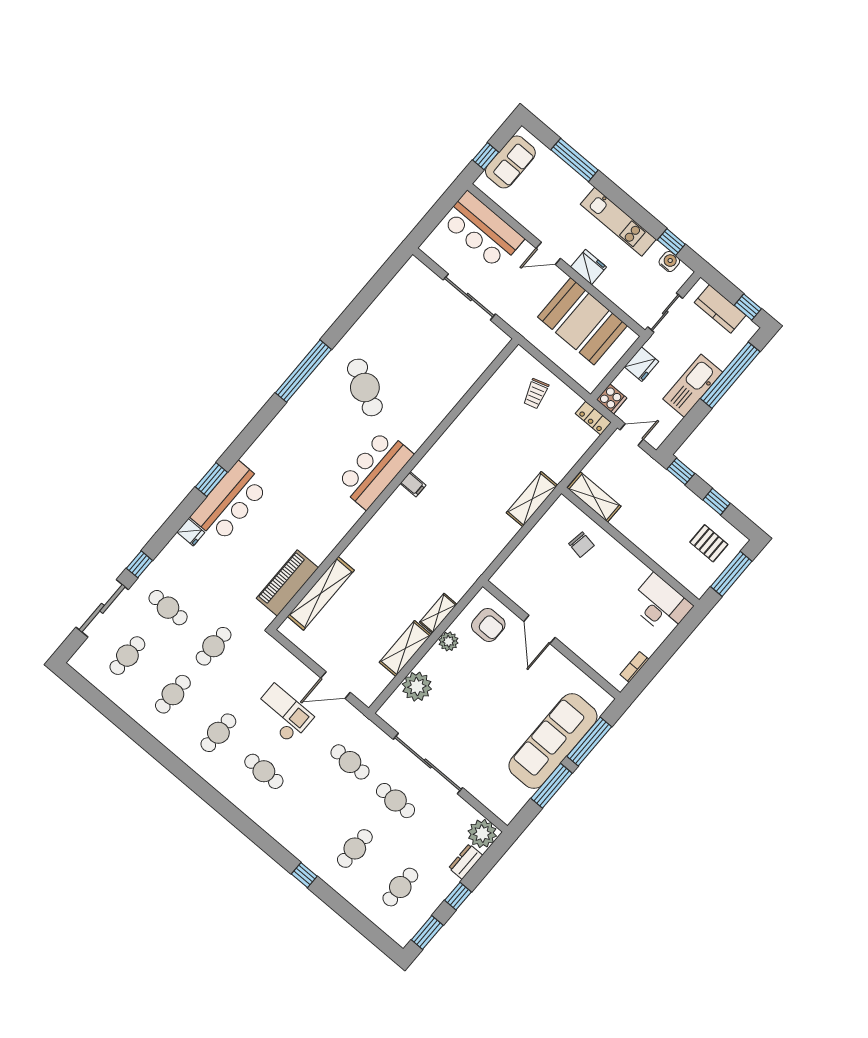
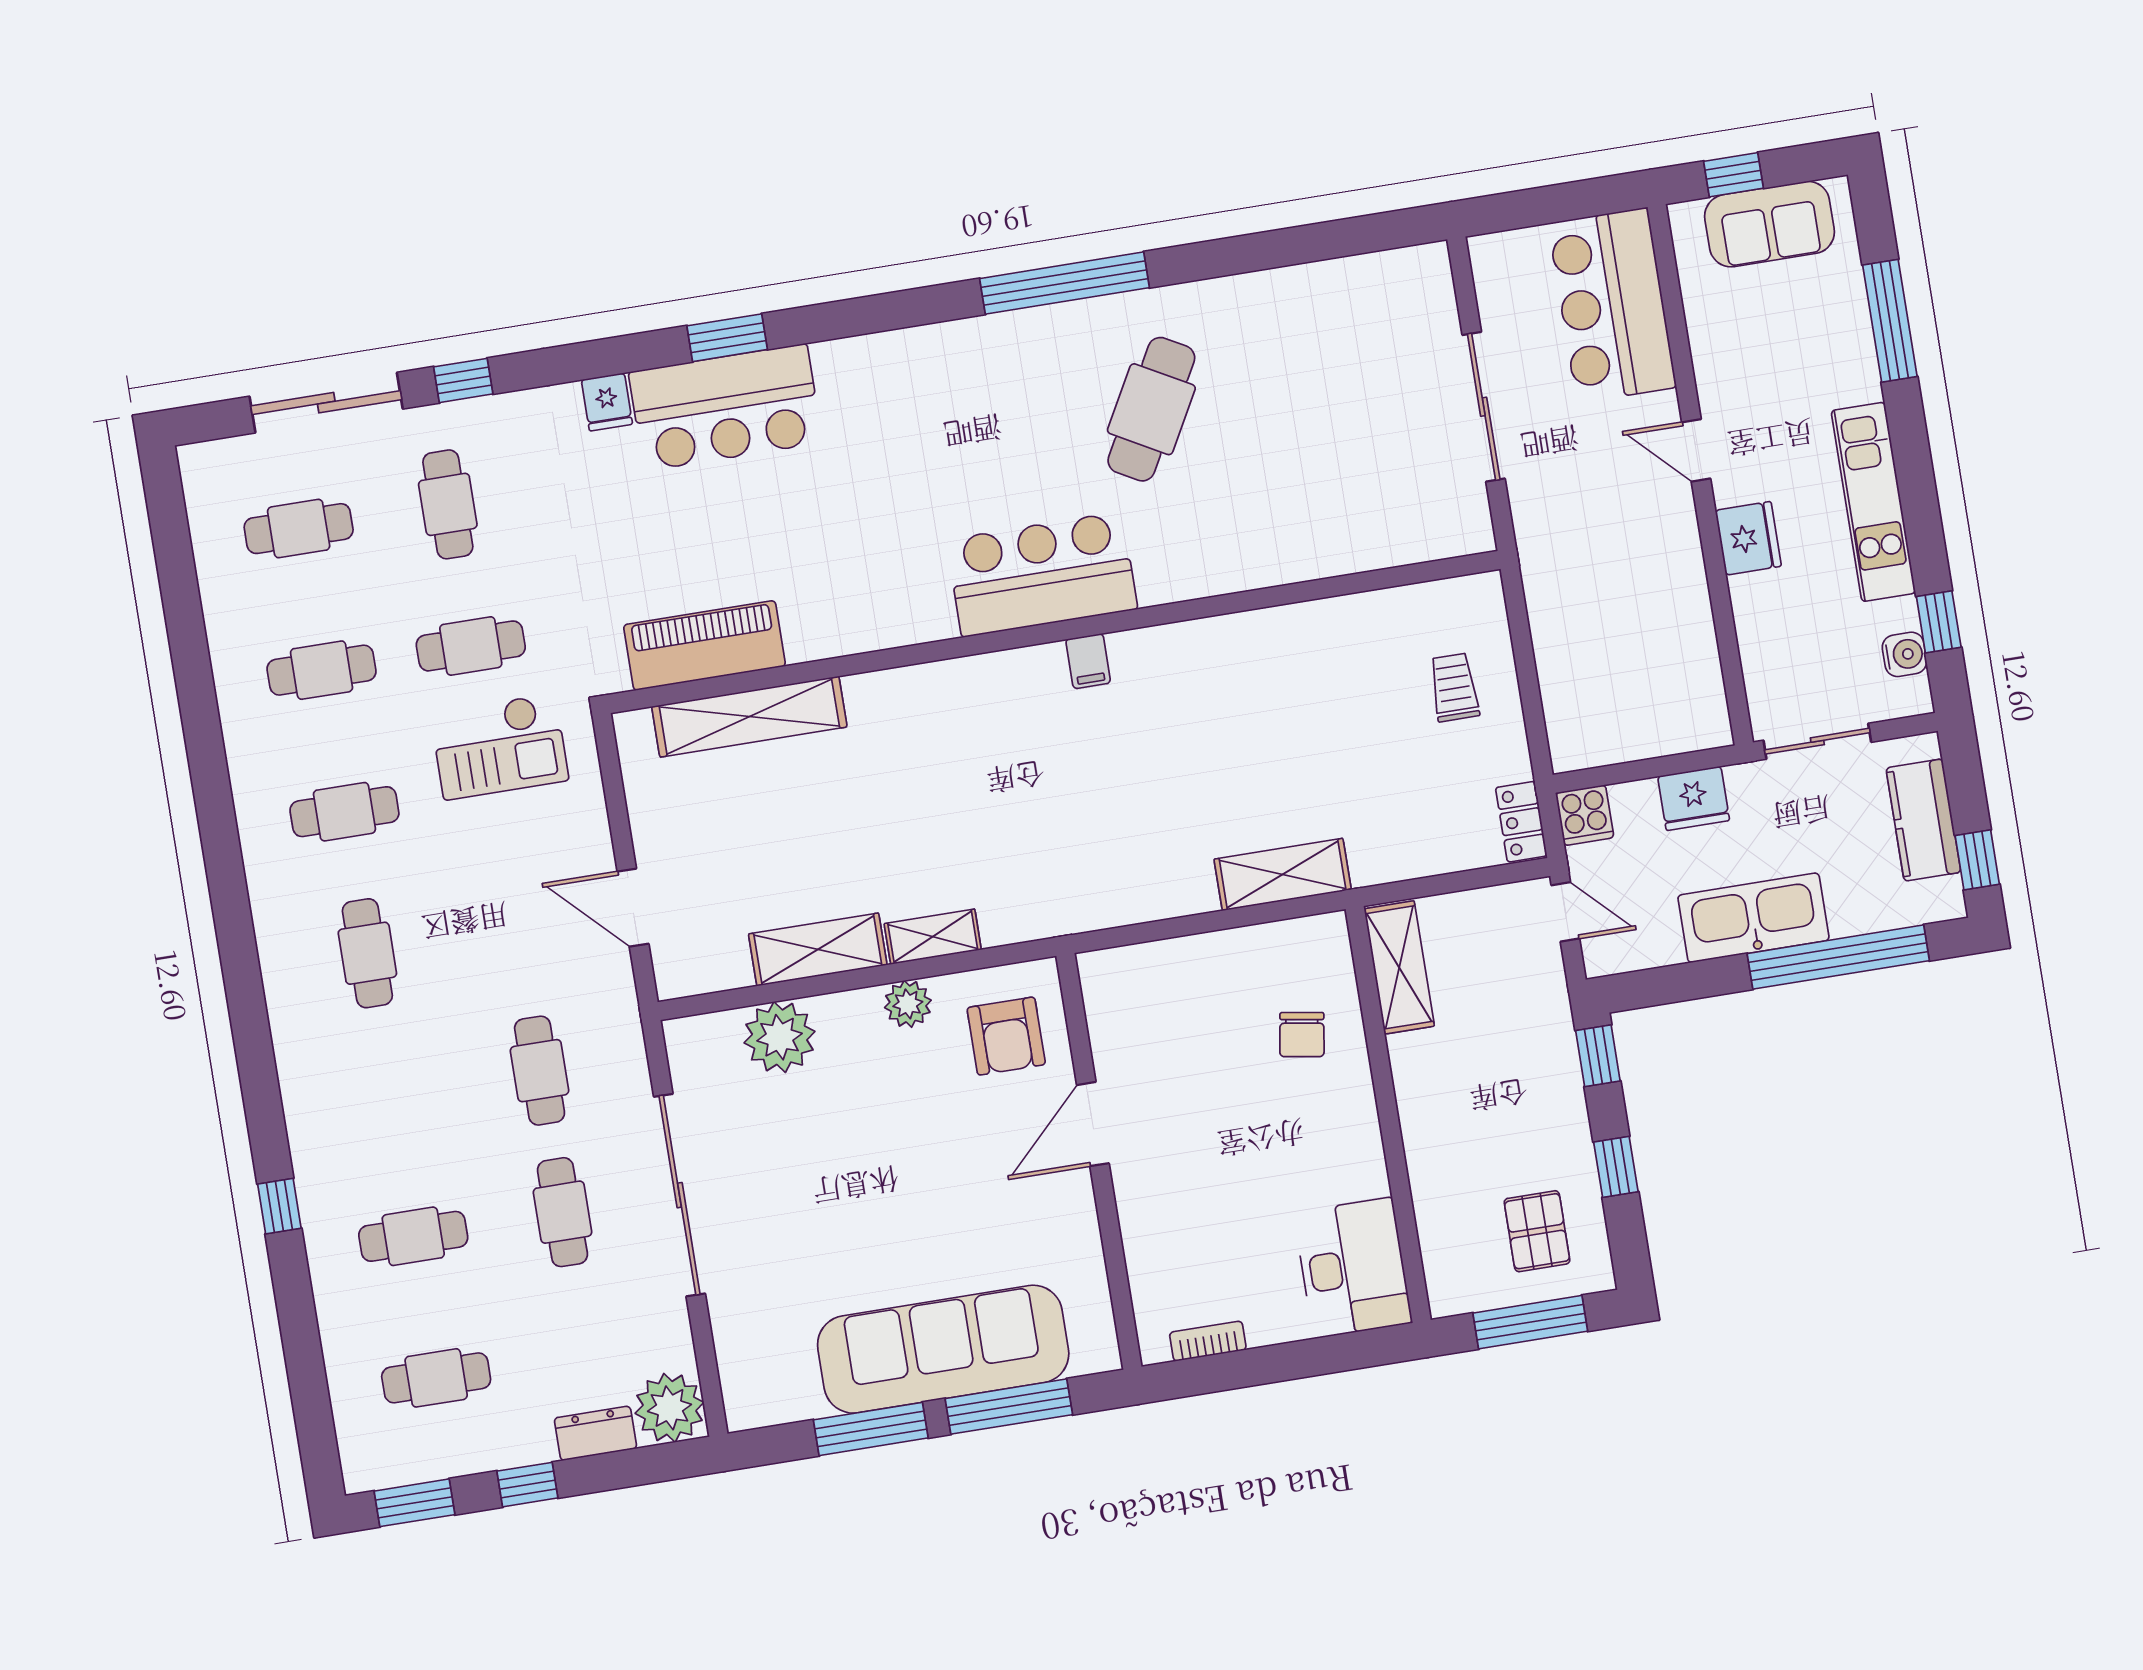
booth: (582, 321) -> (1652, 628), removed
trolley: (536, 394) -> (1454, 687), turned 107
checkout: (283, 714) -> (500, 746), moved, turned 90

